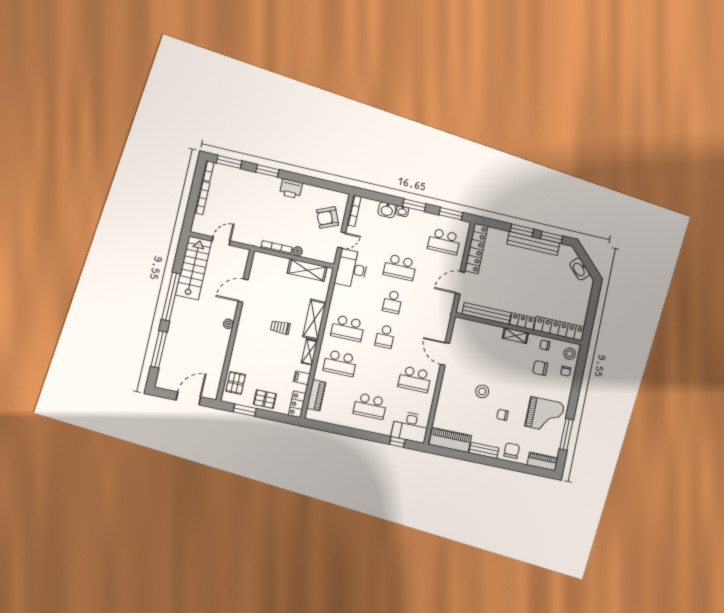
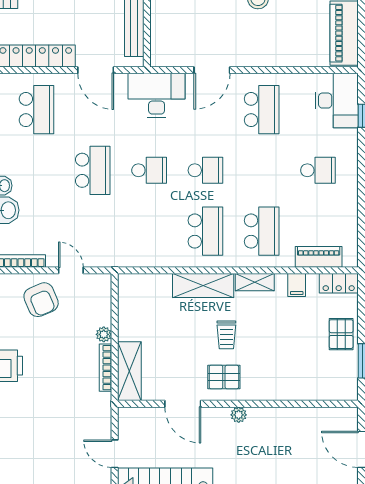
desk: (352, 269) -> (157, 96), moved, turned 180
shelving: (307, 270) -> (129, 371), moved
pallet: (236, 383) -> (224, 377), moved
school desk: (370, 406) -> (318, 170), width x0.54

